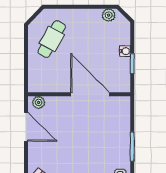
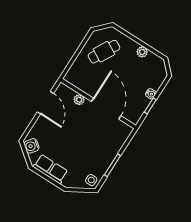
plant: (109, 15) -> (142, 52), moved
plant: (39, 102) -> (79, 100), moved

